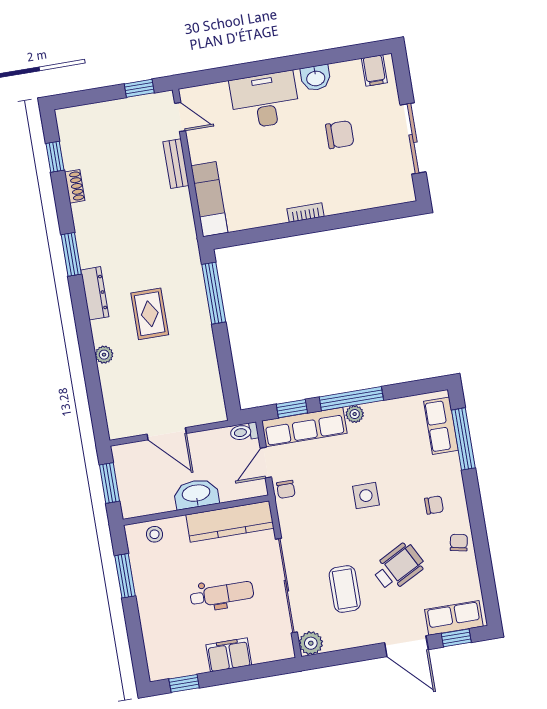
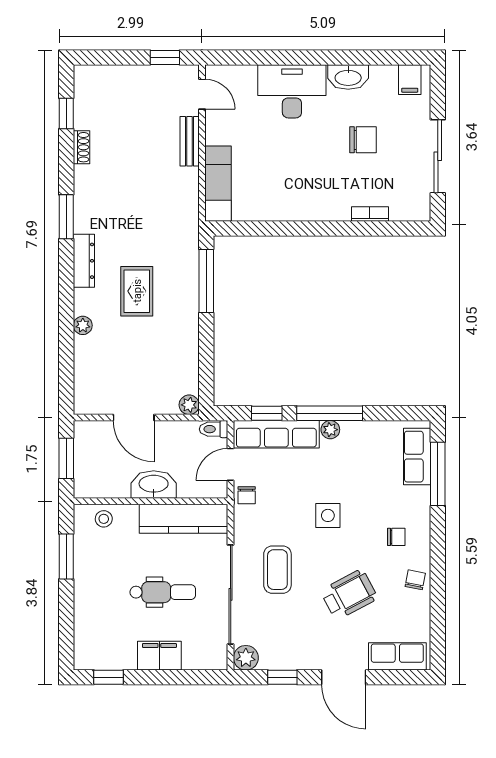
washbasin: (316, 78) -> (348, 77), width x1.38
bookcase: (305, 213) -> (370, 214), moved
plant: (217, 413) -> (189, 405), added
coffee table: (345, 589) -> (277, 570), moved
window: (456, 638) -> (282, 677), moved

